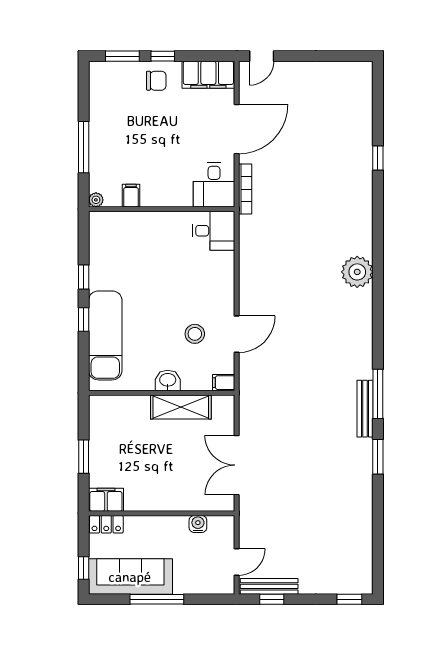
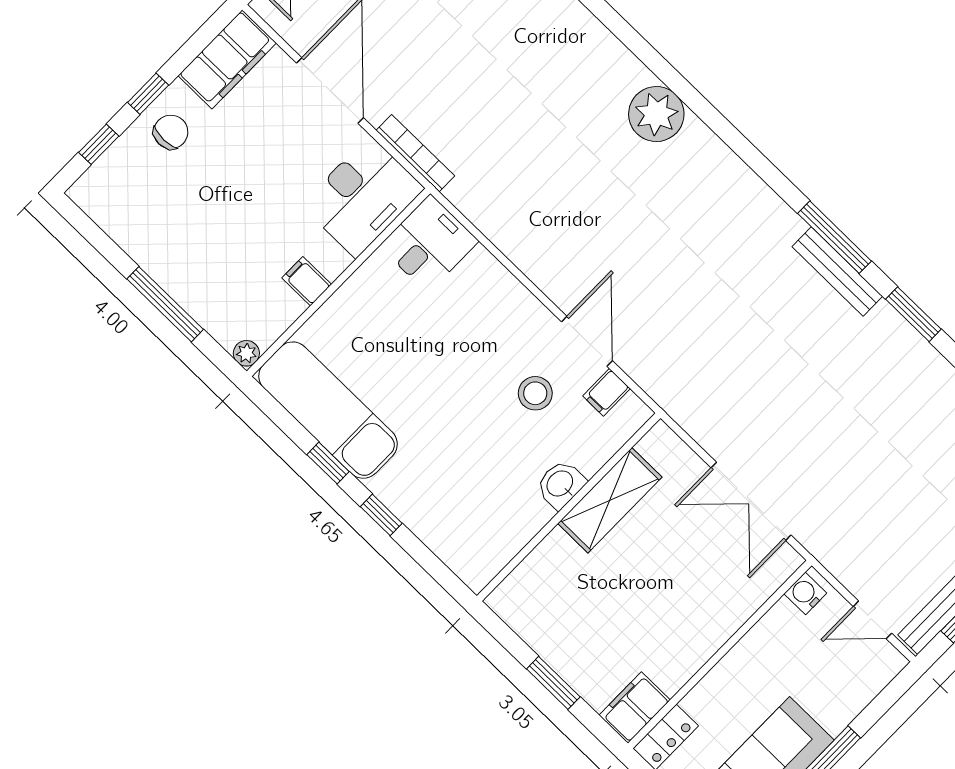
window: (122, 56) -> (99, 144), width x0.67
desk: (214, 185) -> (363, 197), width x1.37
filing cabinet: (131, 196) -> (307, 281), moved
exam couch: (105, 335) -> (328, 410), moved
filing cabinet: (224, 383) -> (606, 392), moved
water cooler: (198, 524) -> (805, 593), moved
door: (237, 562) -> (872, 620), swing flipped

